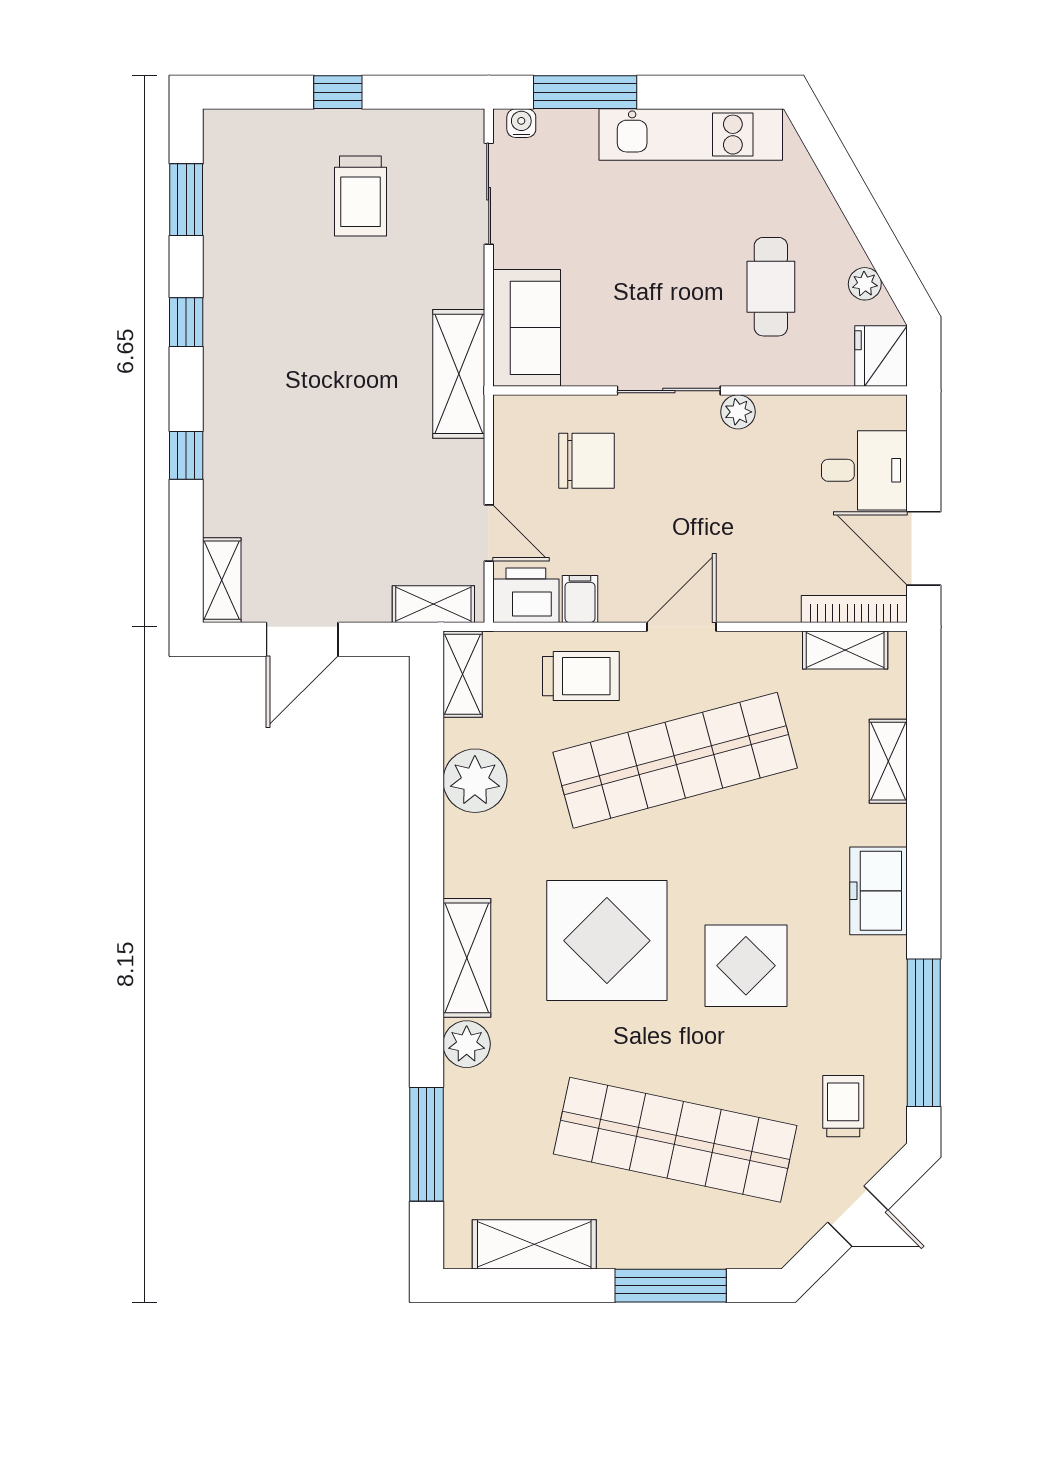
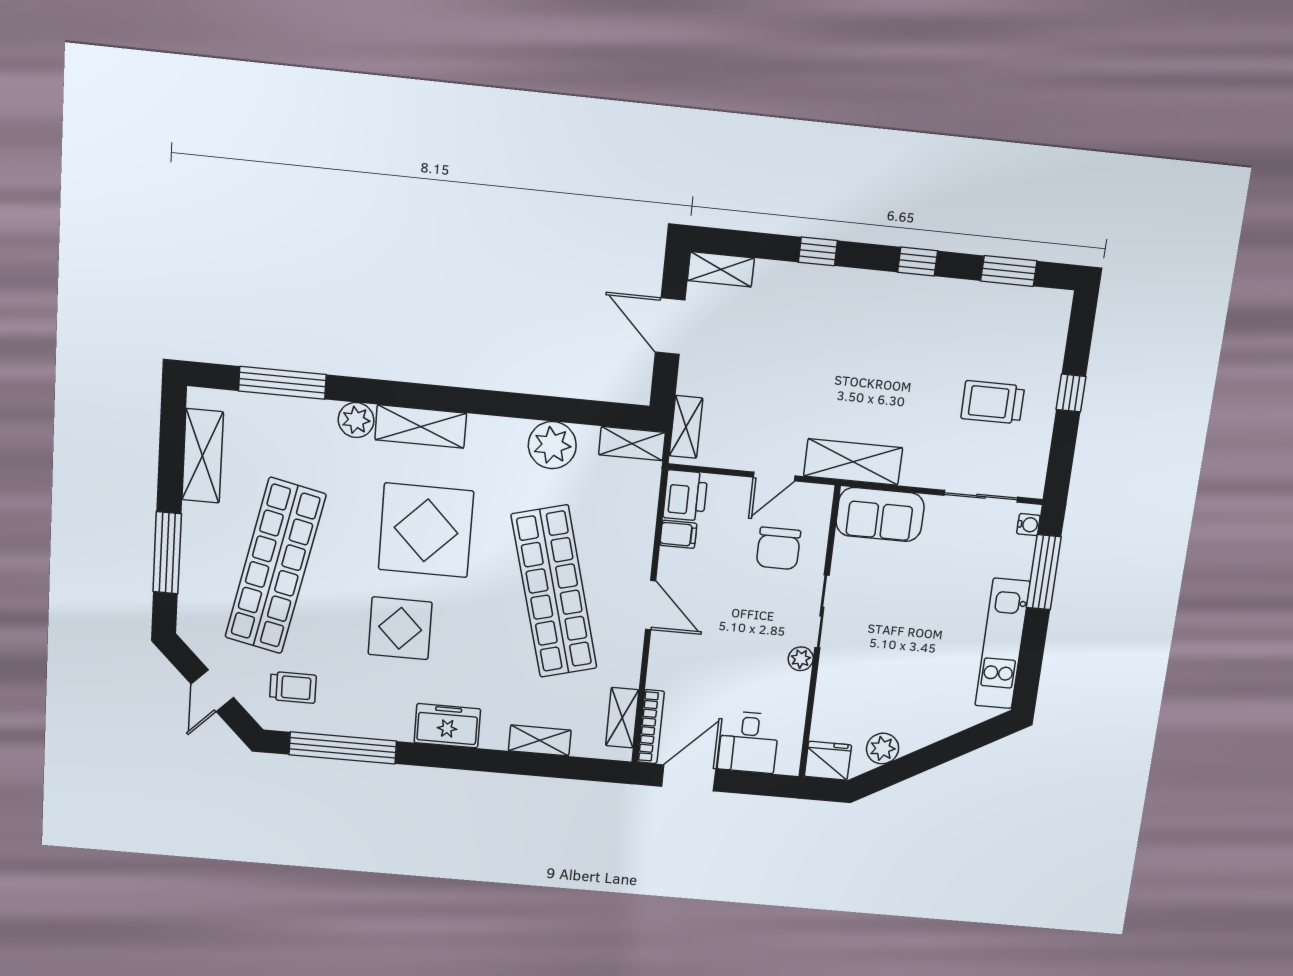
plant: (865, 284) -> (883, 749), width x1.38, depth x1.38
cafe table: (771, 287) -> (887, 690), removed
door: (489, 533) -> (774, 476), moved
trolley: (581, 676) -> (622, 530), removed

